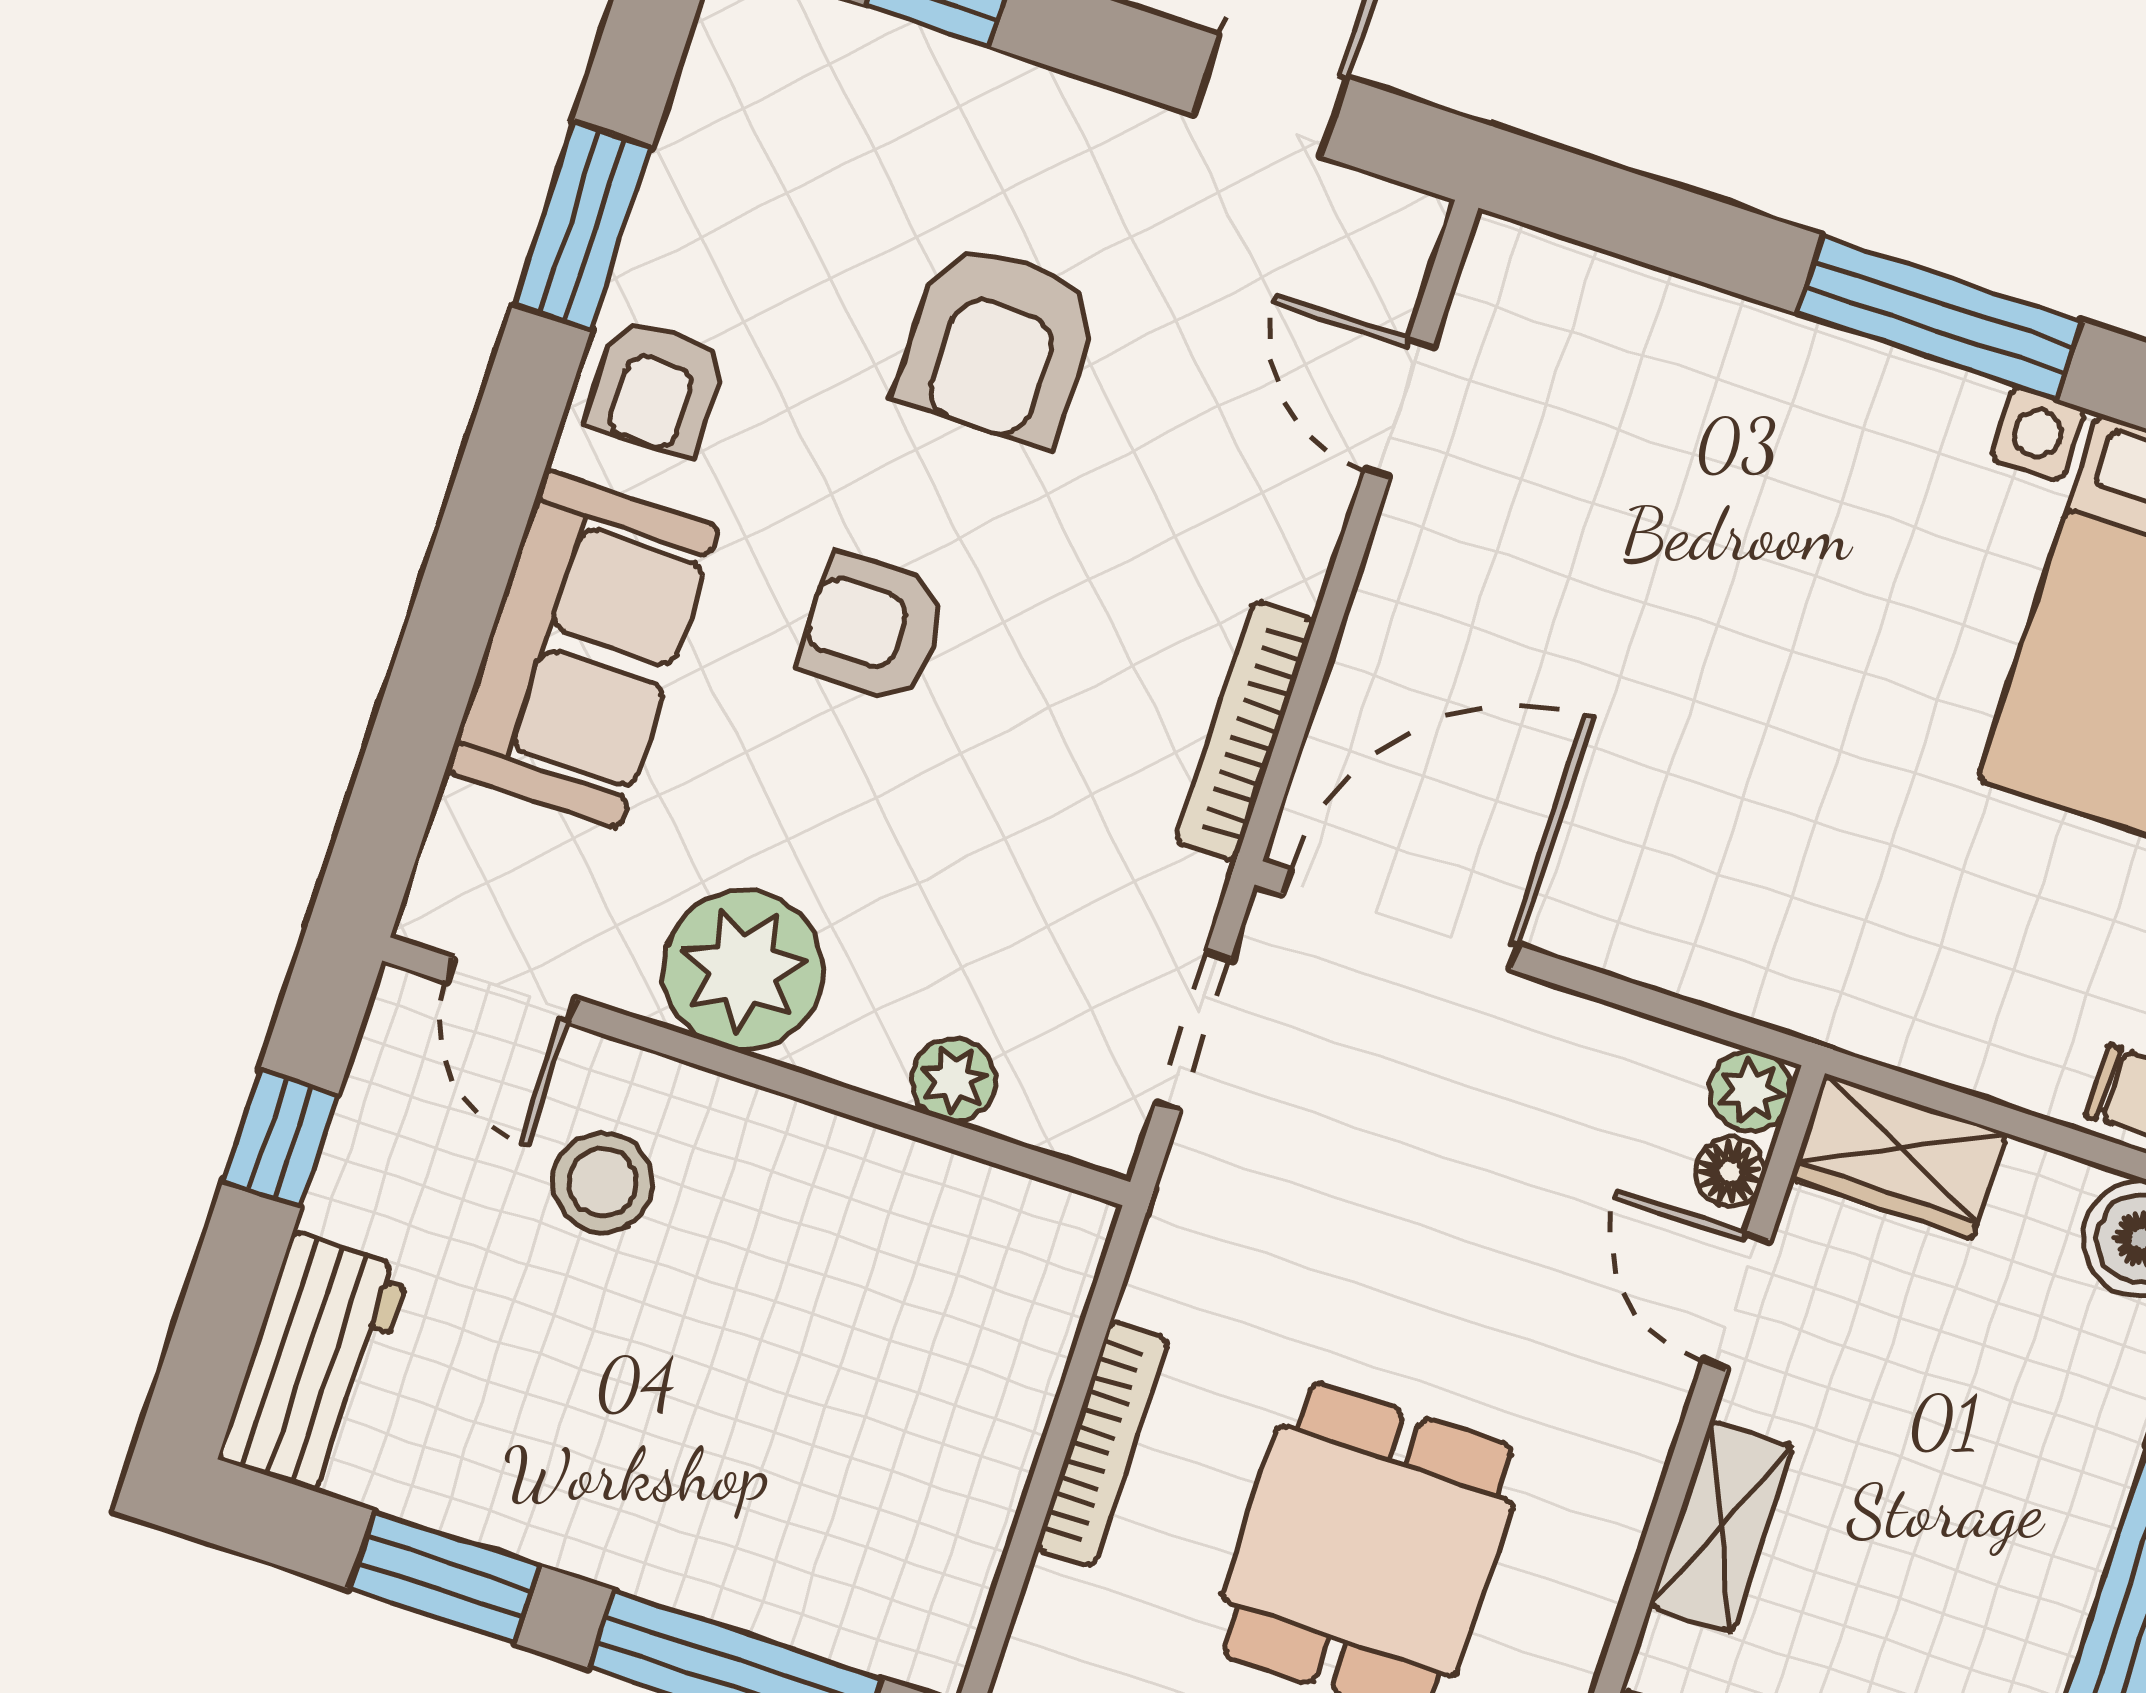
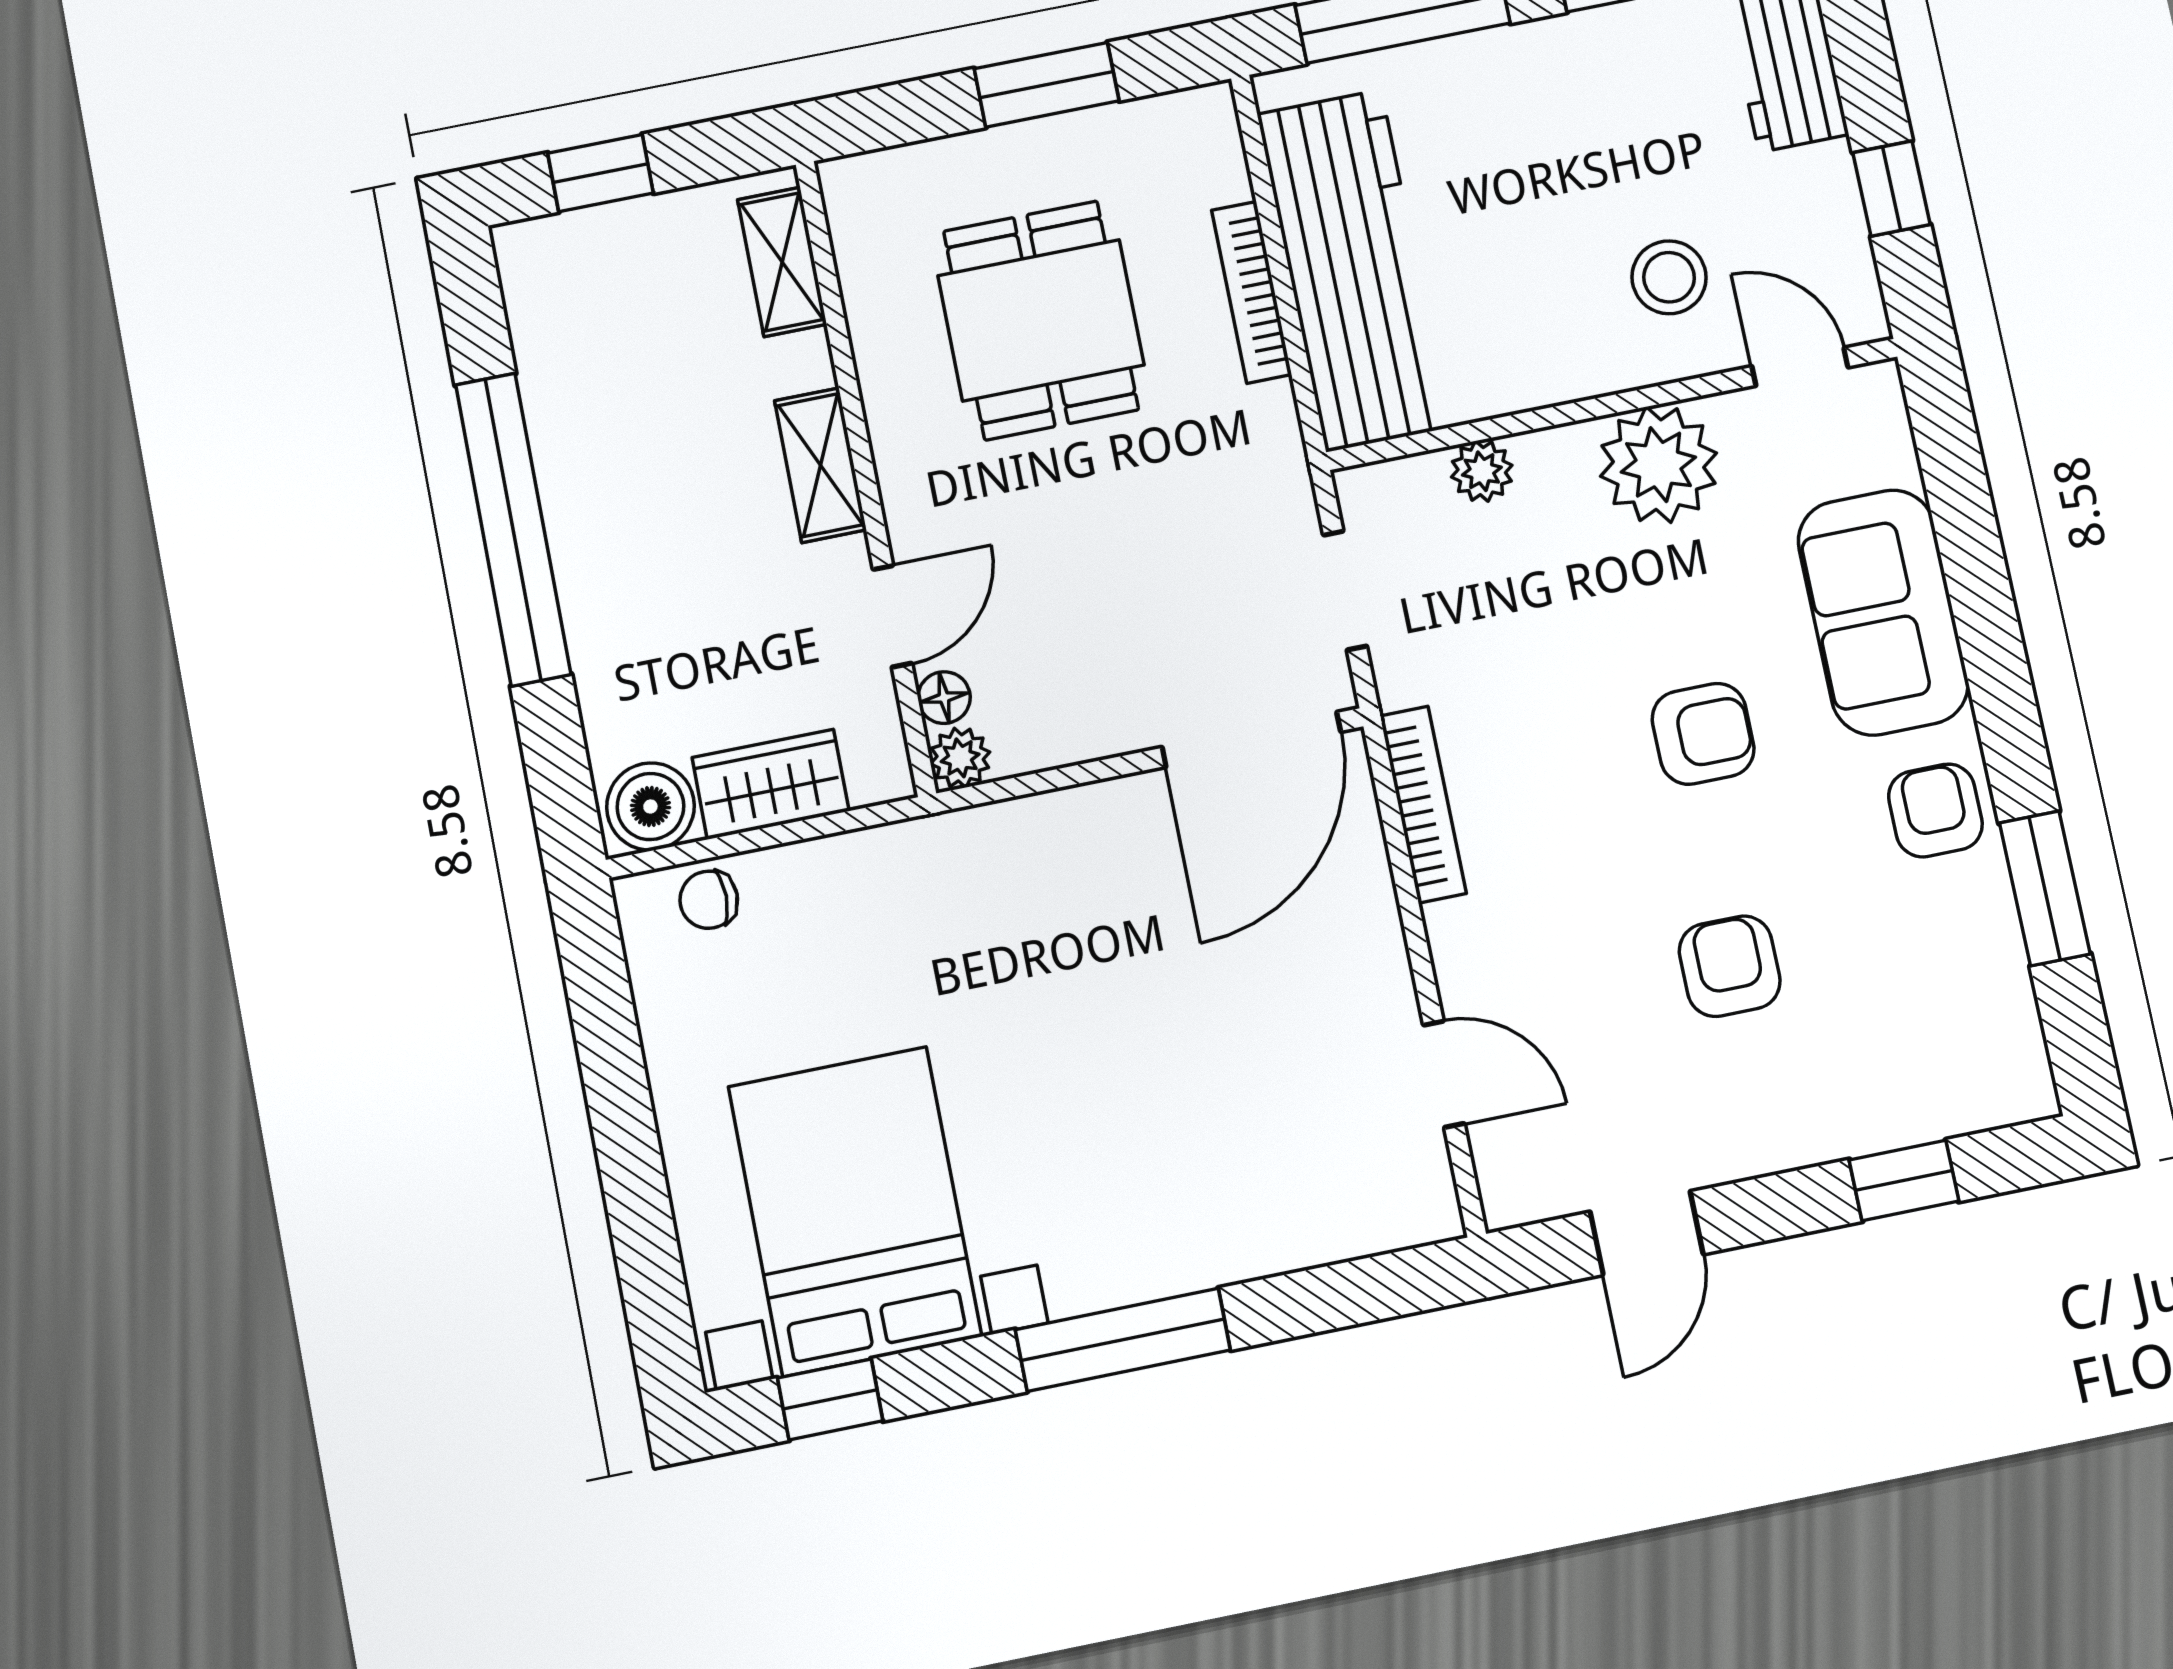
armchair: (998, 344) -> (1730, 966), width x0.72, depth x0.72
wardrobe: (1899, 1156) -> (771, 784), moved
door: (1737, 1301) -> (892, 616), hinge flipped
workbench: (967, 1402) -> (1354, 270), added

